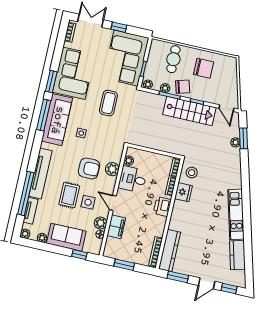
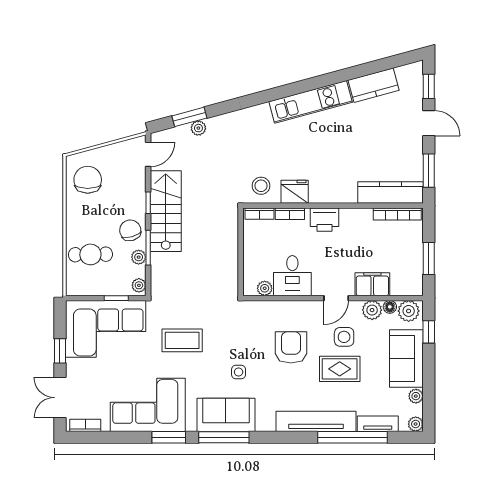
chair: (204, 68) -> (88, 180), moved
sofa: (57, 120) -> (226, 415), width x0.73
plant: (112, 169) -> (409, 311), moved

